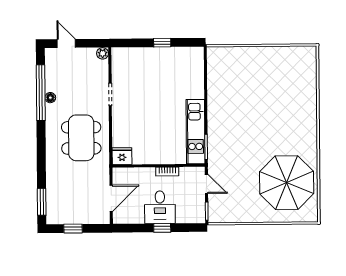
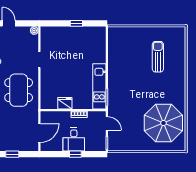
sun lounger: (278, 89) -> (158, 57), added
fridge: (122, 156) -> (65, 103), moved

